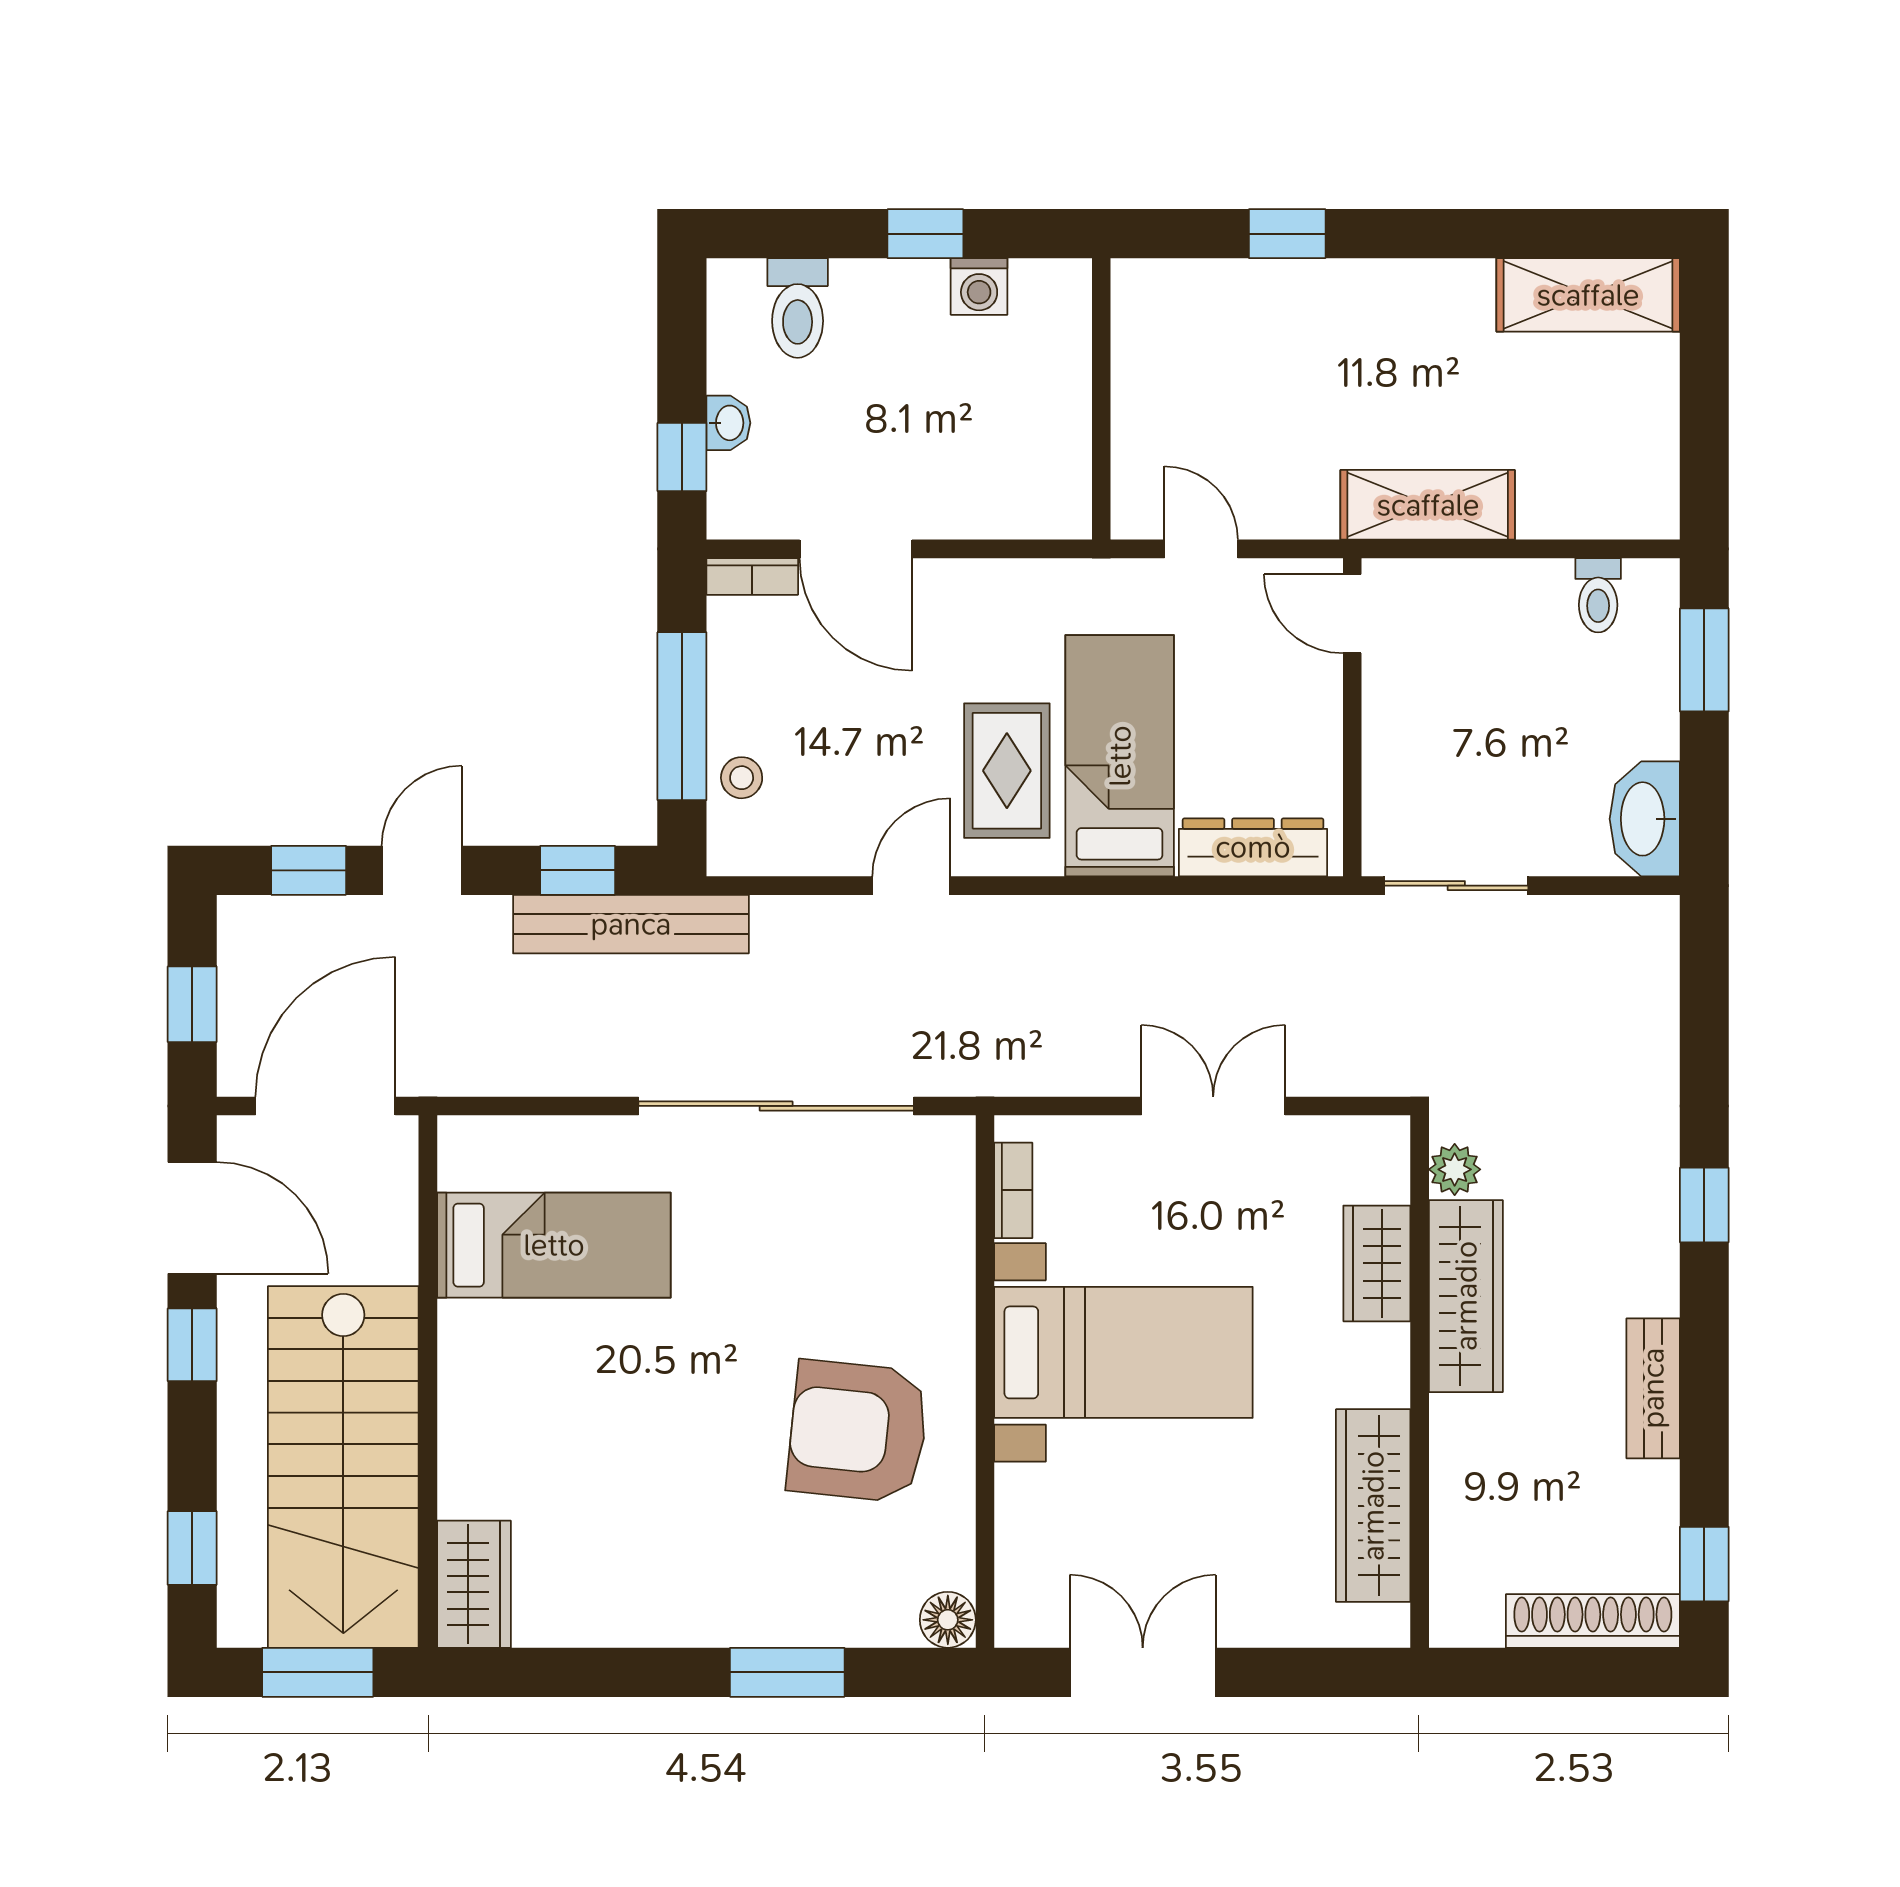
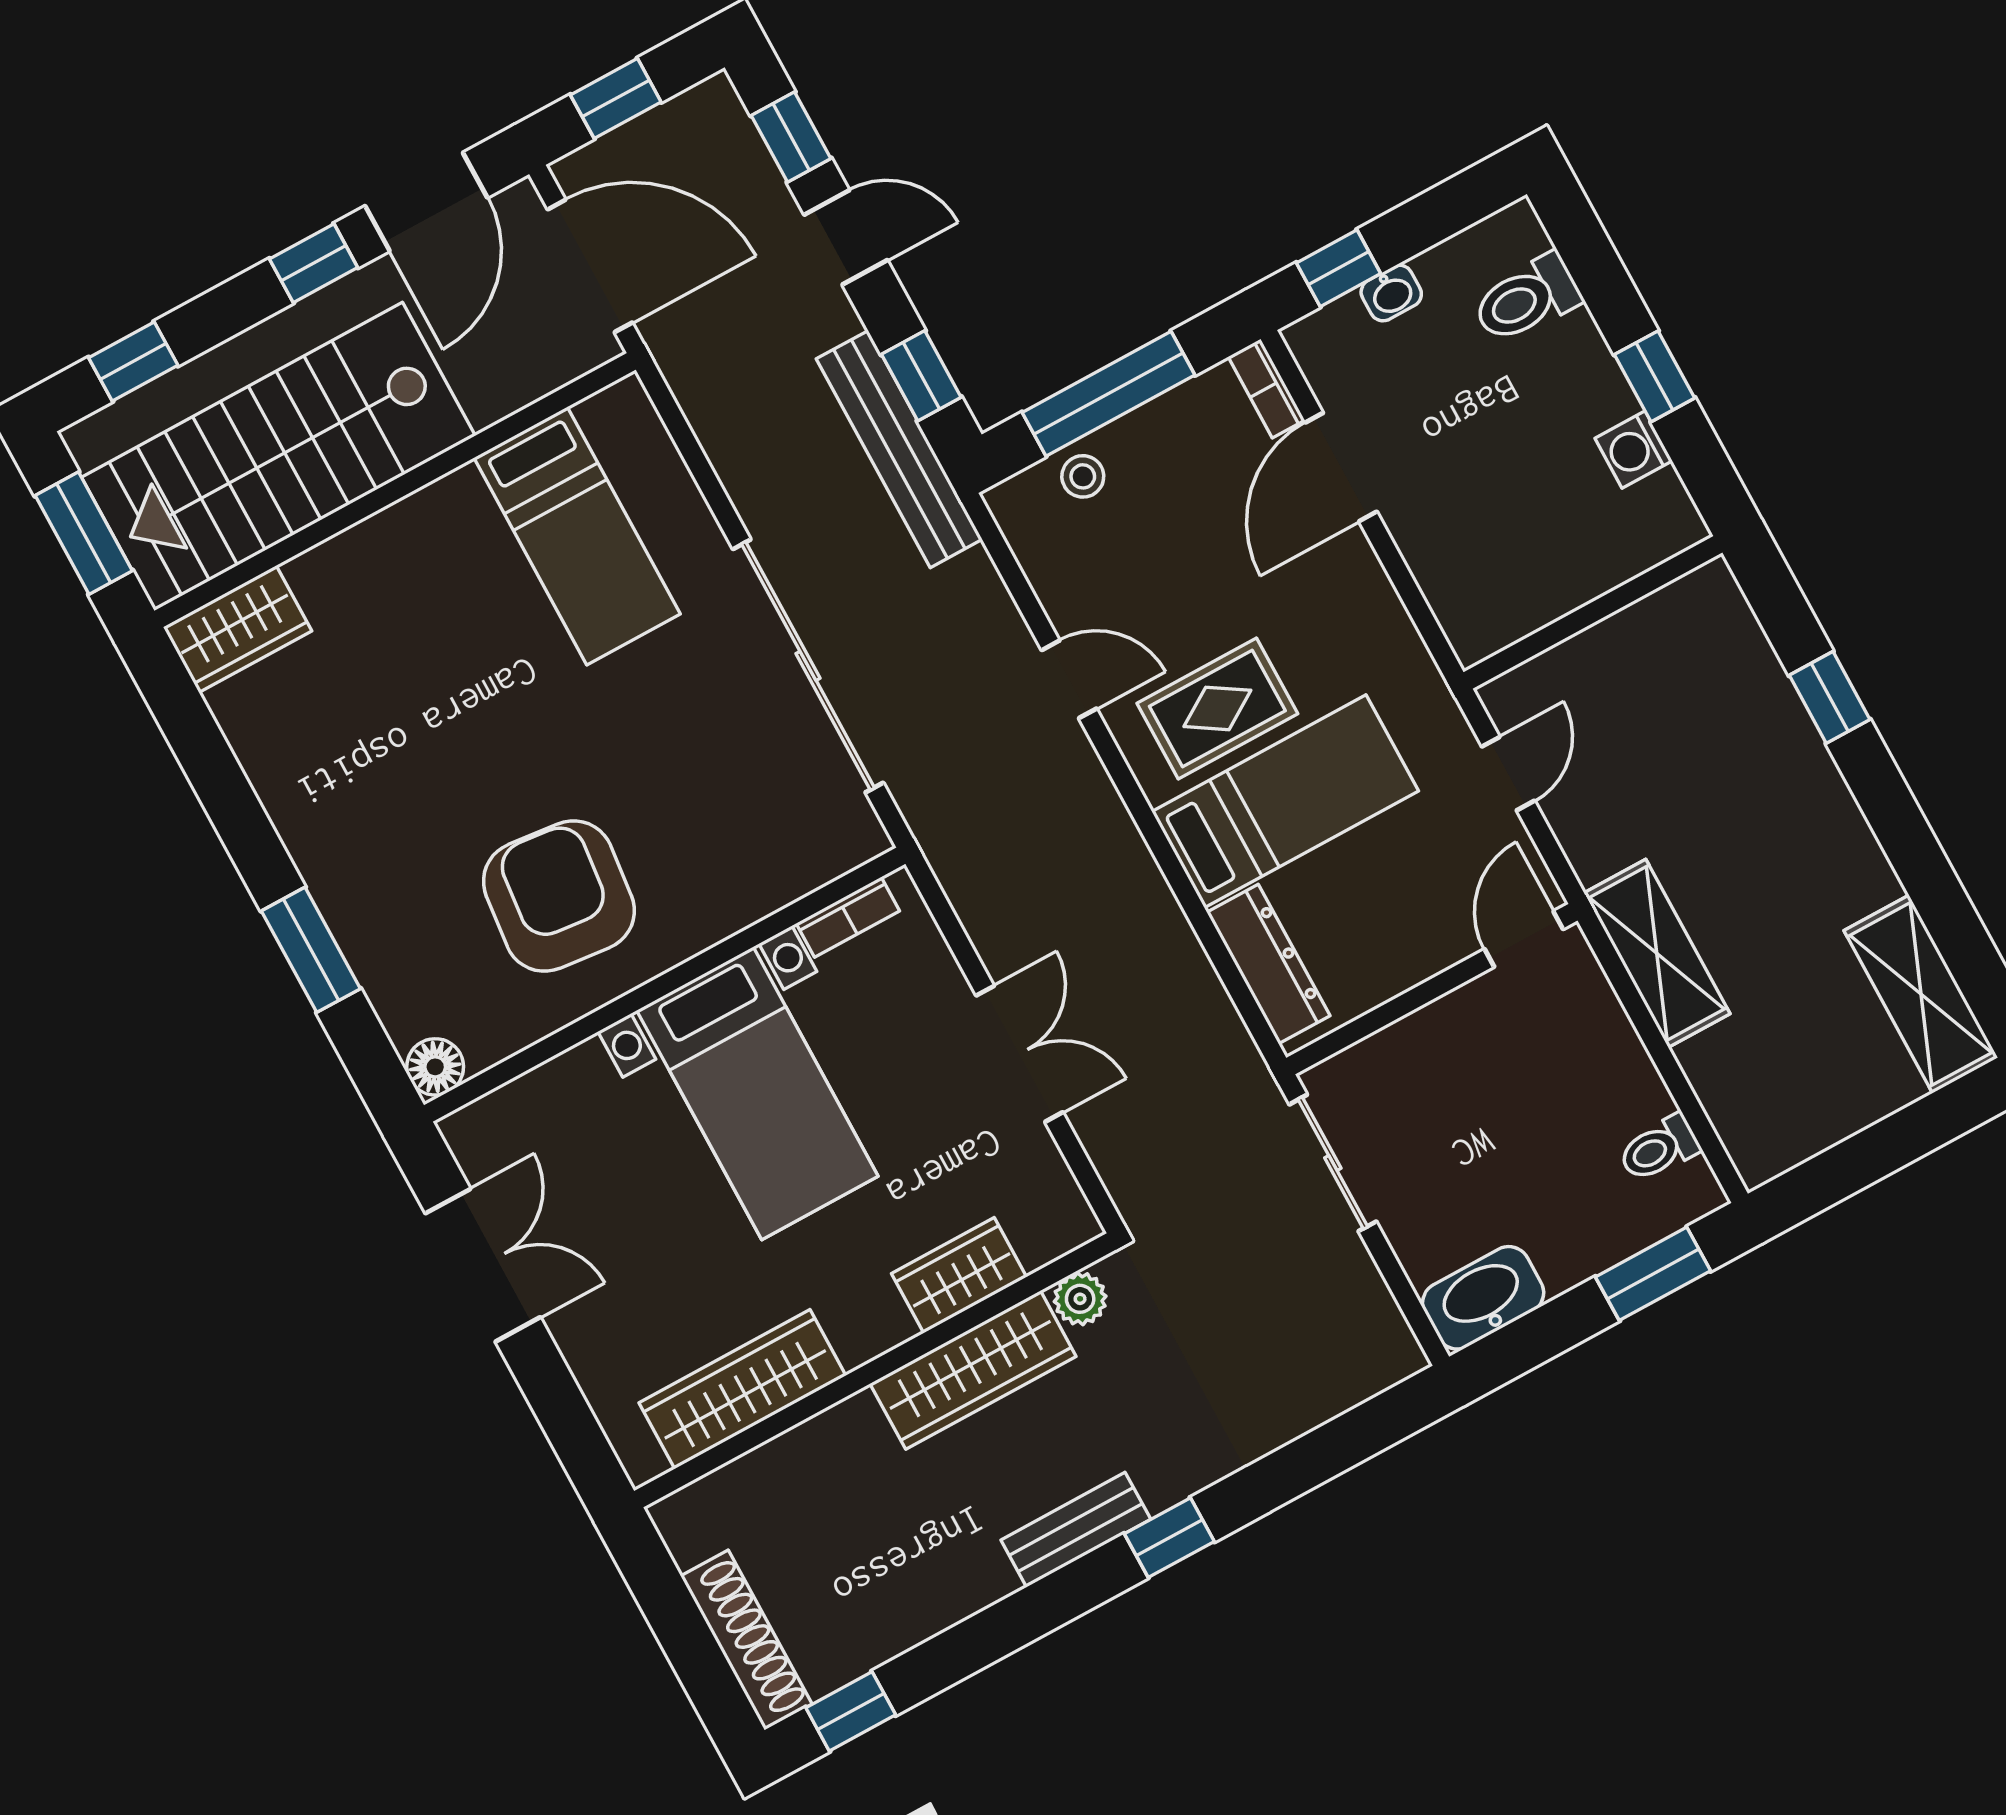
bench: (1653, 1388) -> (1076, 1530), moved

